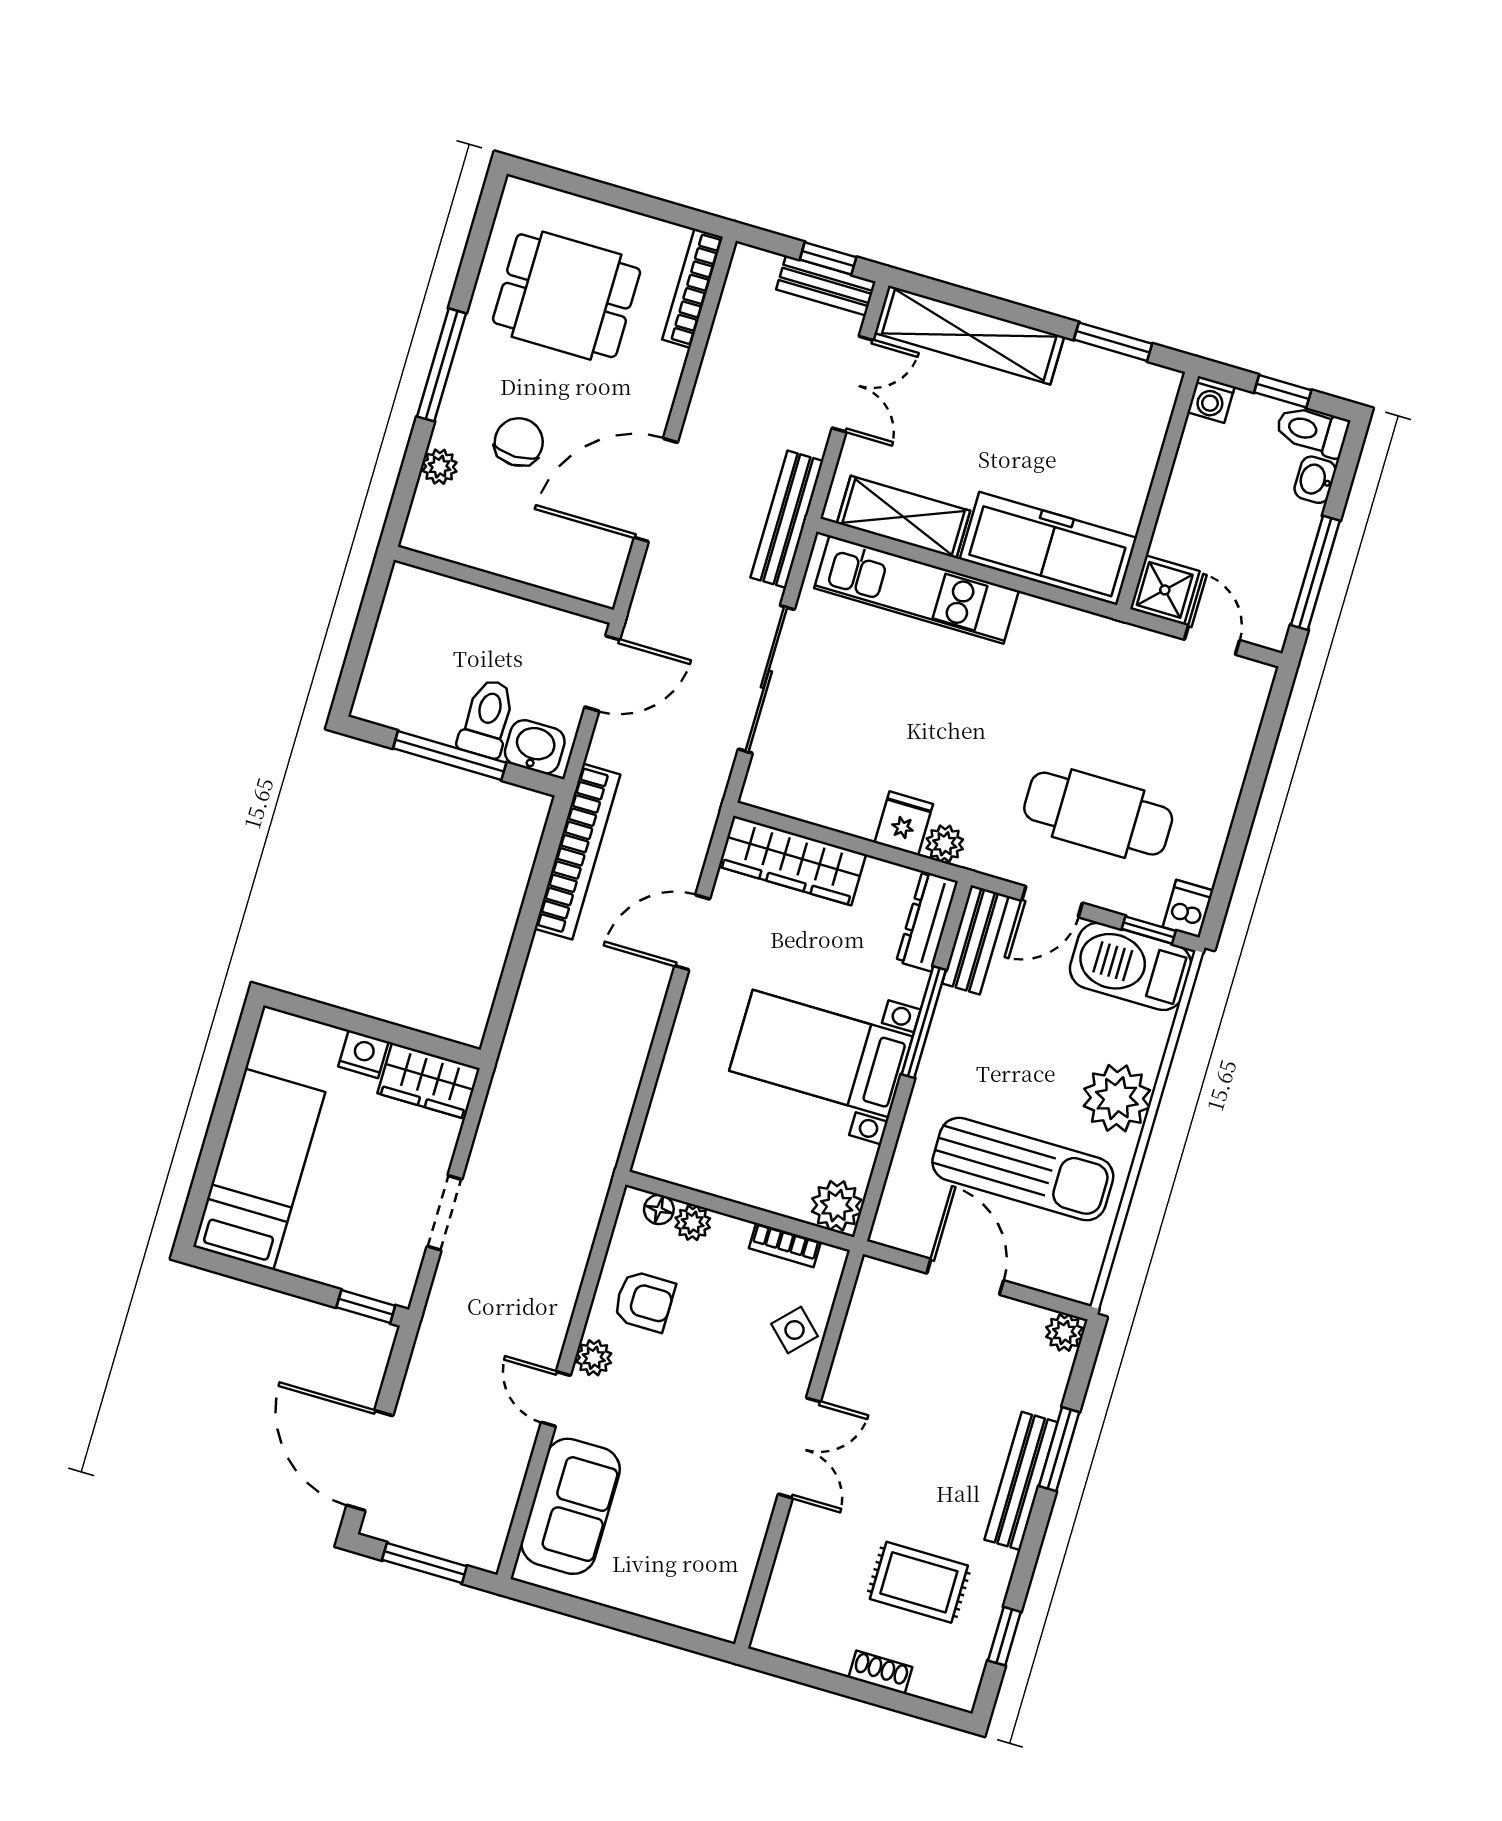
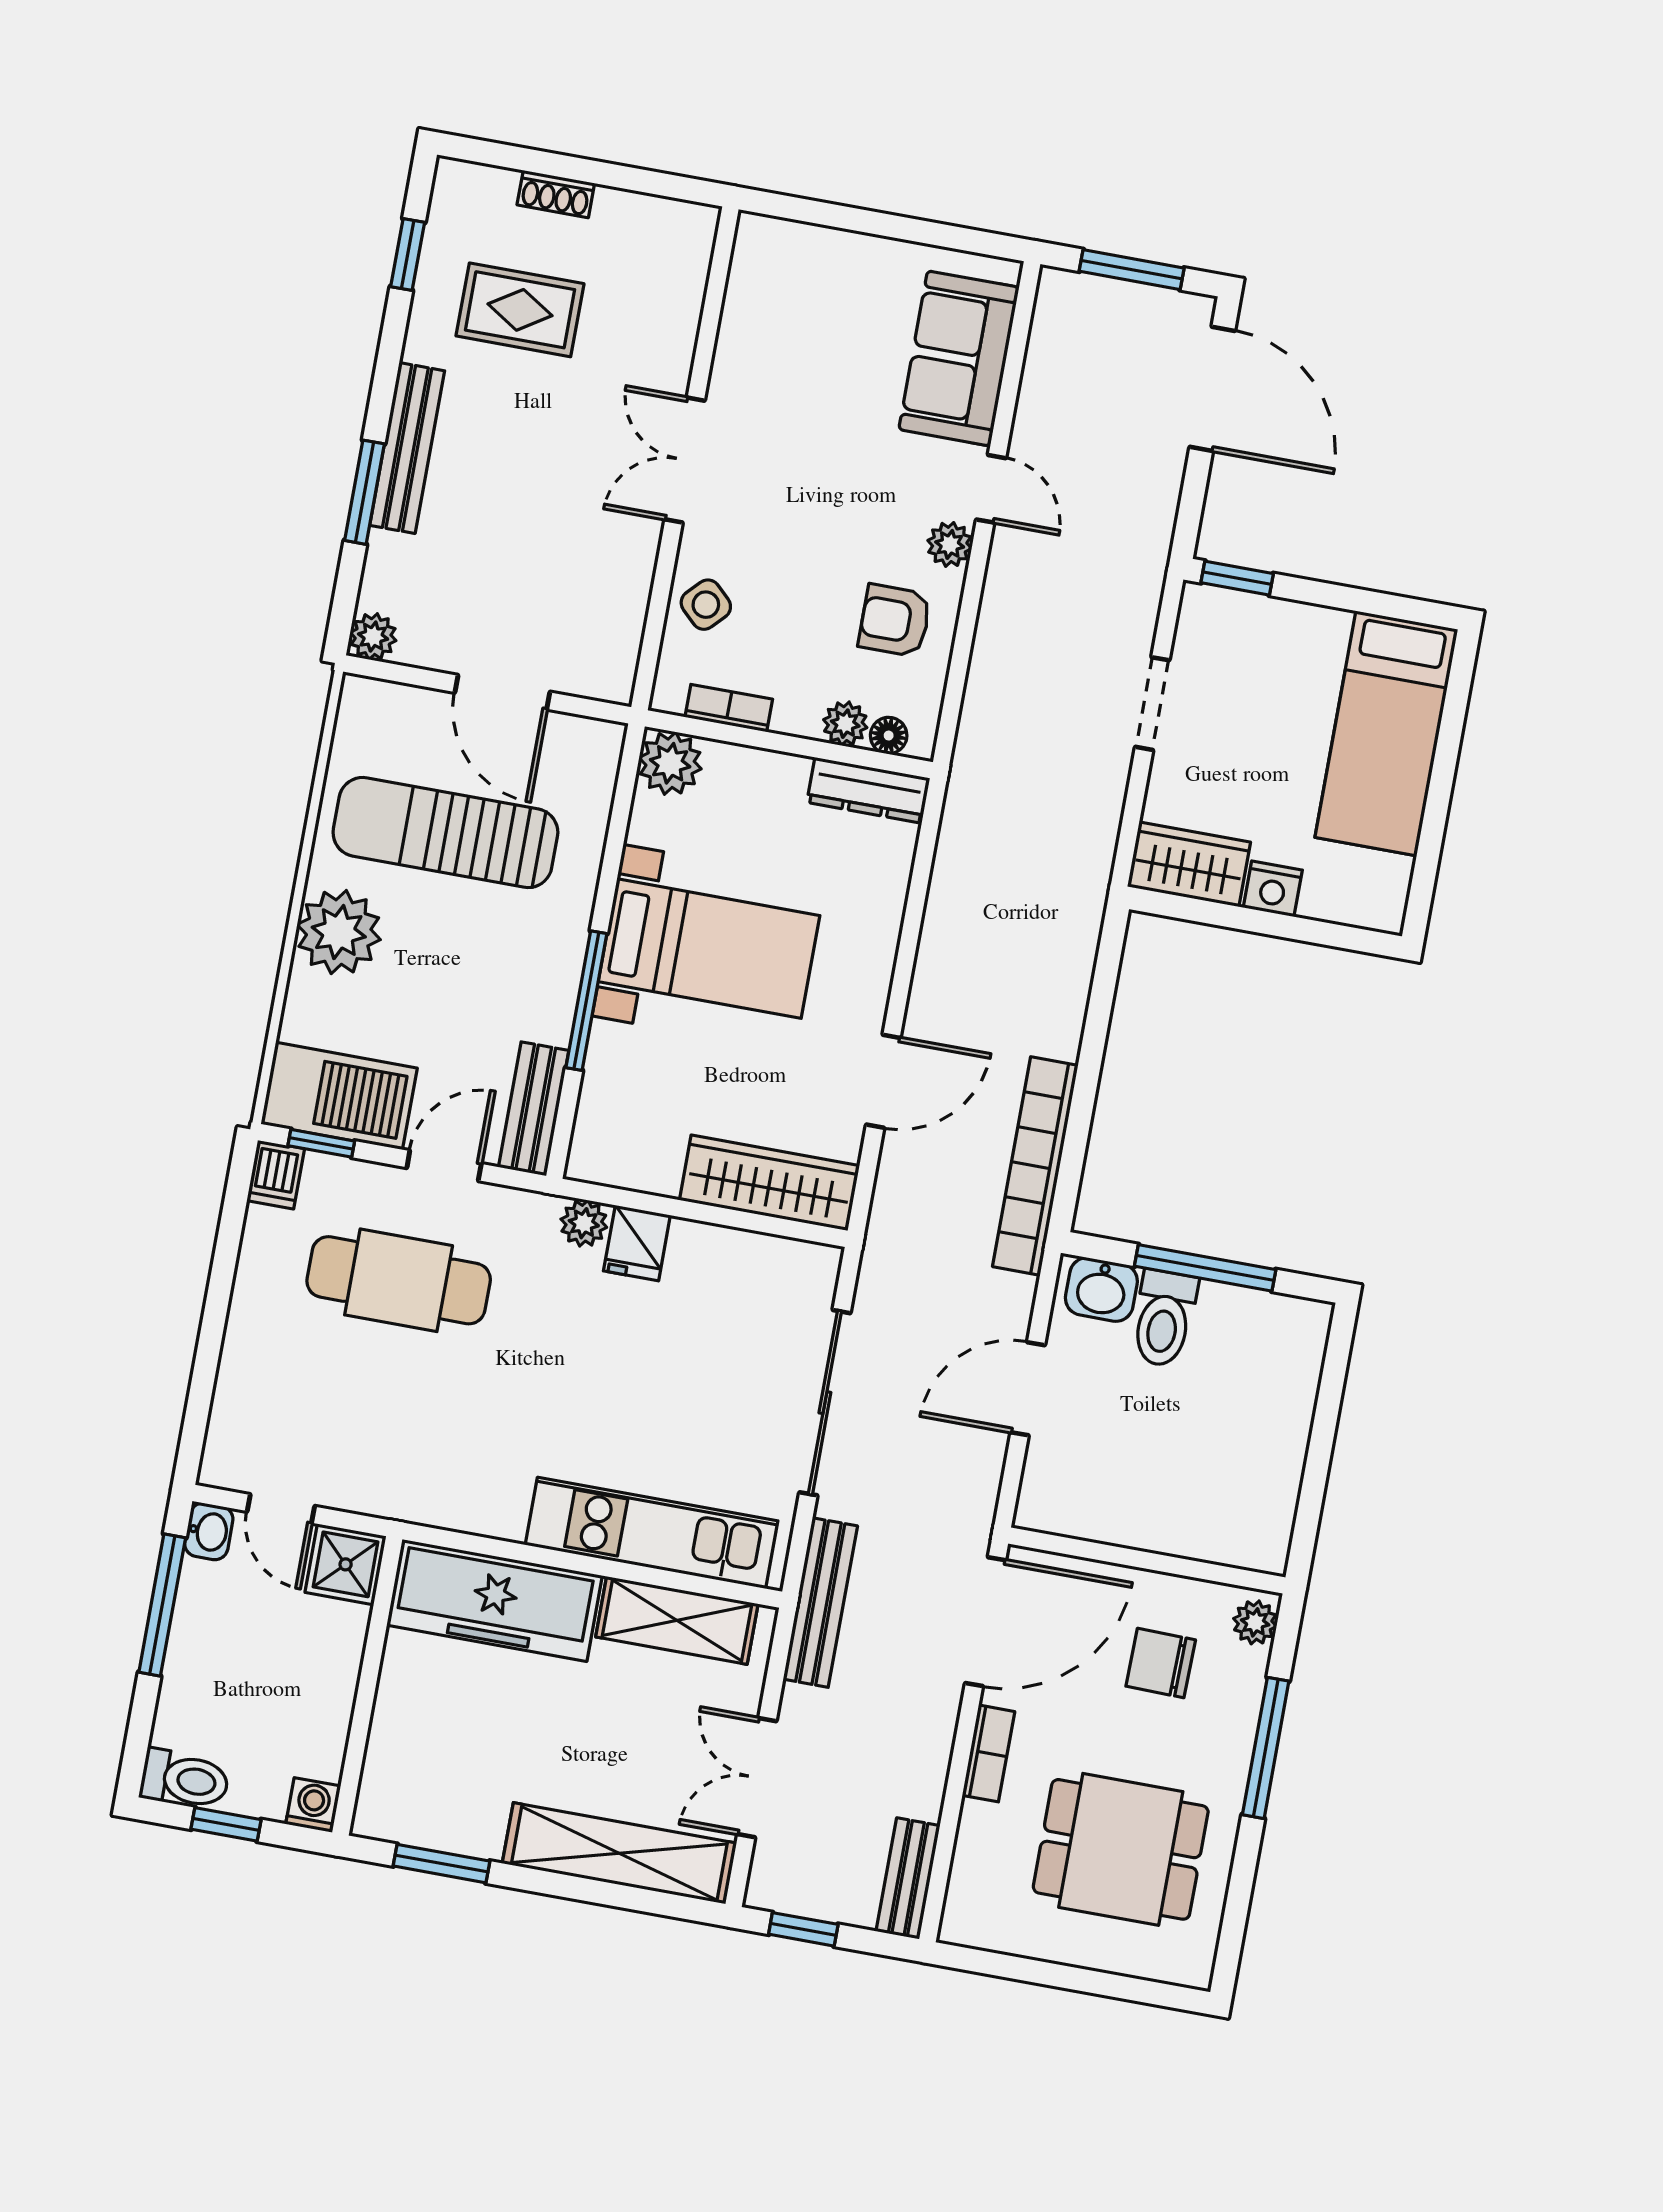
bench: (826, 286) -> (908, 1878), moved, turned 90
bookcase: (693, 288) -> (989, 1753), moved, width x0.64
chair: (519, 442) -> (1161, 1663), turned 91
washbasin: (1315, 480) -> (209, 1531), moved
wall: (504, 585) -> (1147, 1560), moved
dresser: (927, 921) -> (868, 790), moved, turned 90

